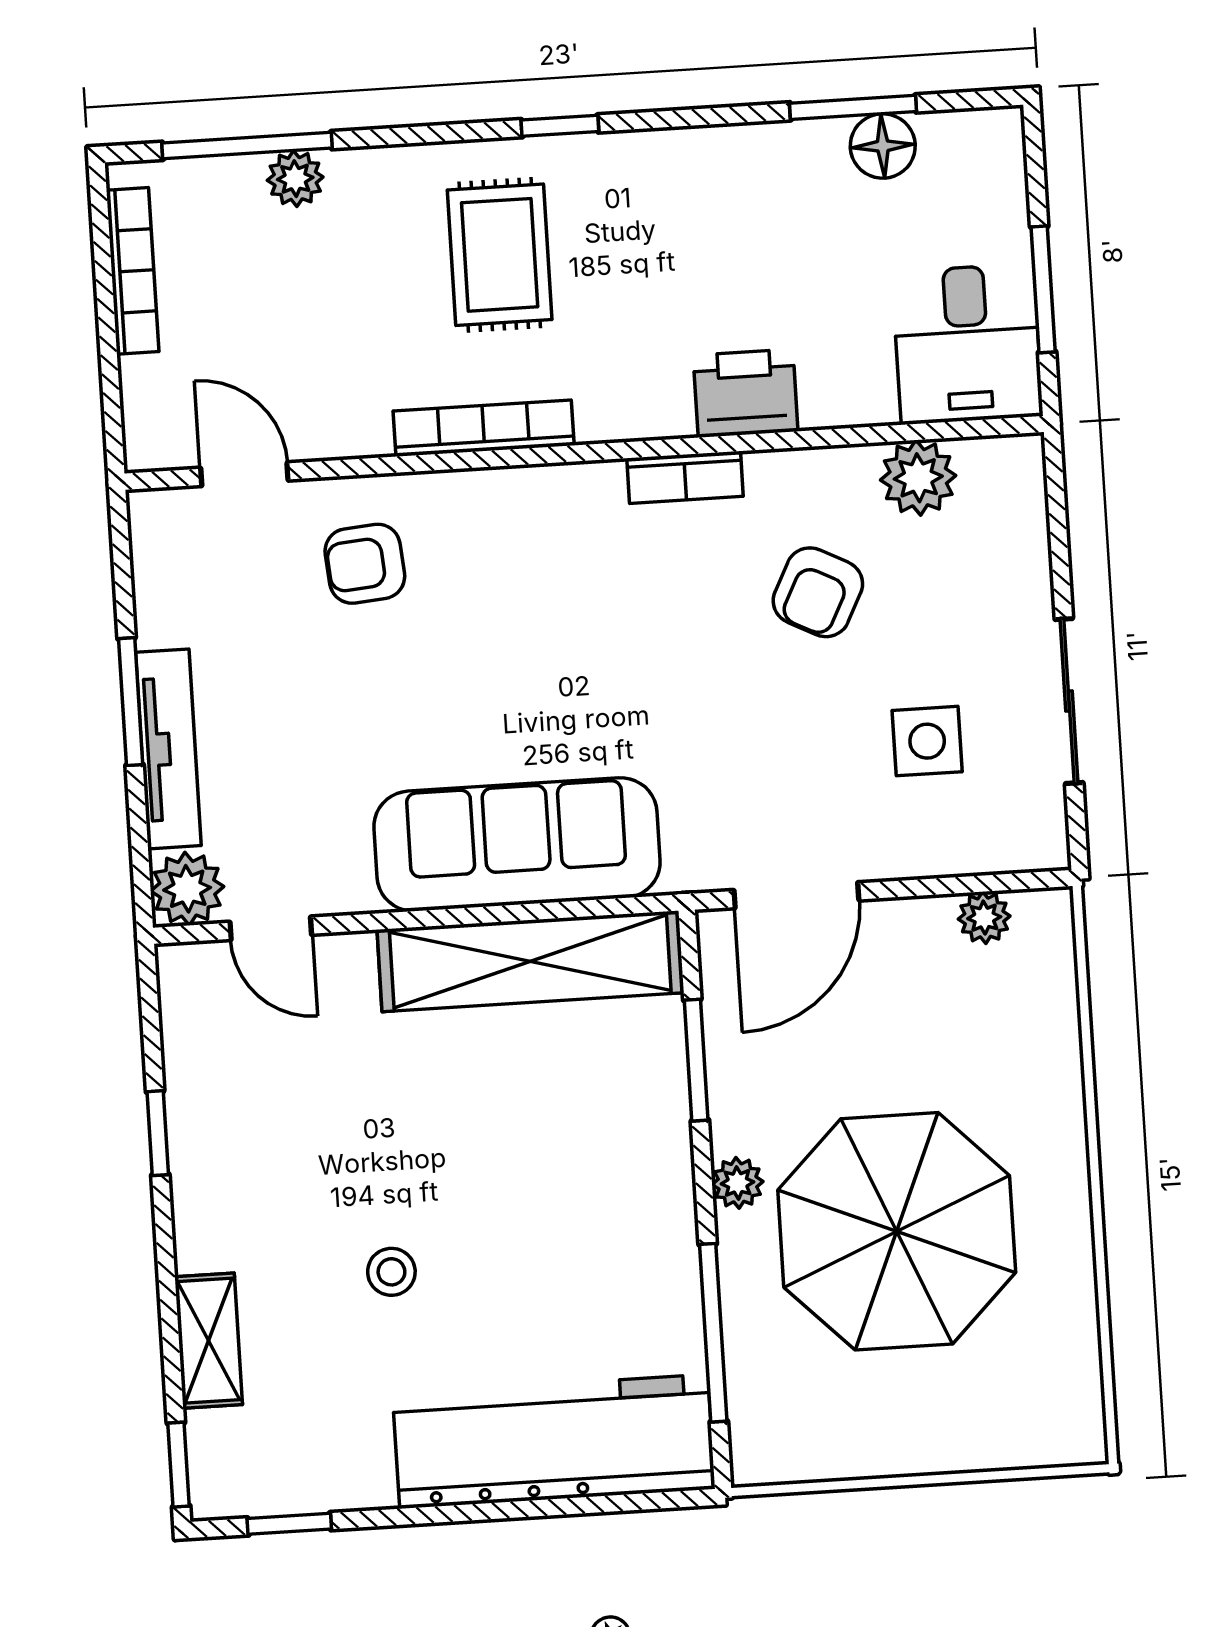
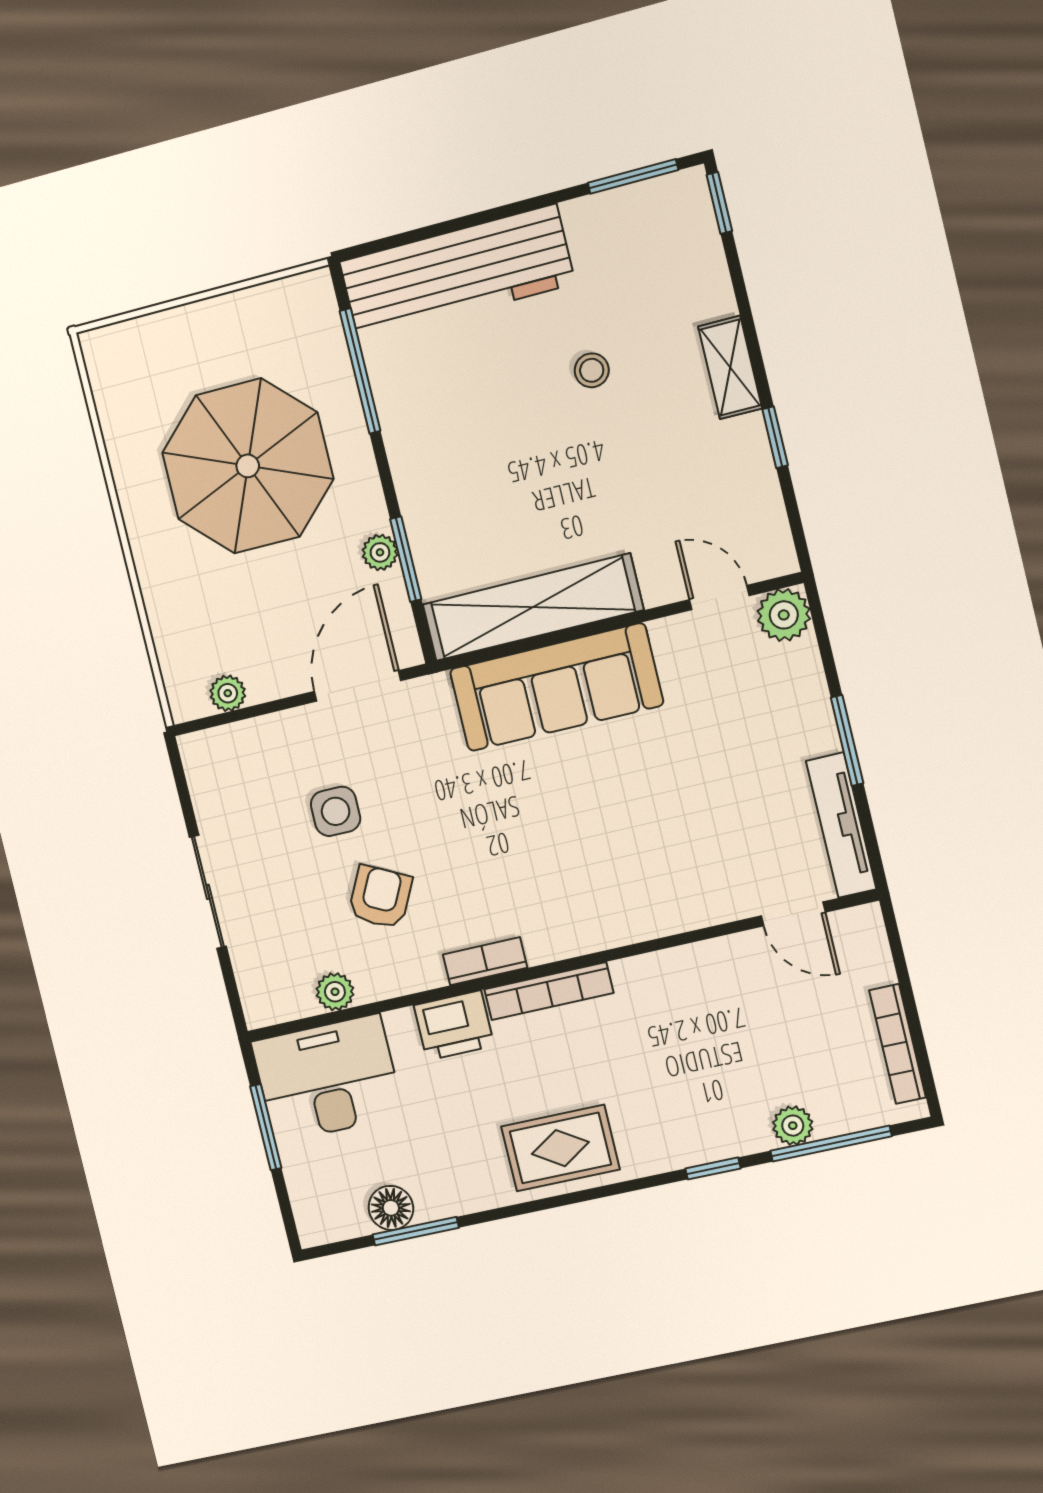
window: (560, 126) -> (713, 1168), moved
rug: (500, 255) -> (560, 1148), moved, turned 90
desk: (967, 344) -> (327, 1079), width x1.37
bookcase: (484, 428) -> (549, 991), moved
plant: (918, 478) -> (335, 992), width x0.73, depth x0.73
armchair: (365, 564) -> (697, 865), removed
sliding door: (1069, 701) -> (208, 892), moved
side table: (927, 741) -> (336, 811), moved
tv unit: (168, 749) -> (841, 825), moved
plant: (738, 1183) -> (380, 552), moved
shelving: (209, 1341) -> (730, 367), moved
window: (289, 1524) -> (633, 176), width x1.50

